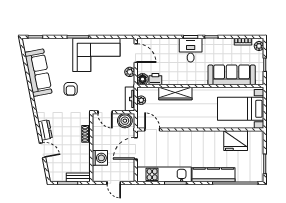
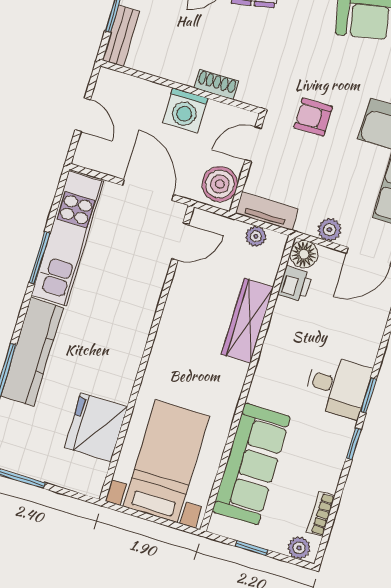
armchair: (71, 89) -> (313, 117), moved
washing machine: (100, 158) -> (185, 110), moved
door: (114, 183) -> (83, 115), swing flipped

